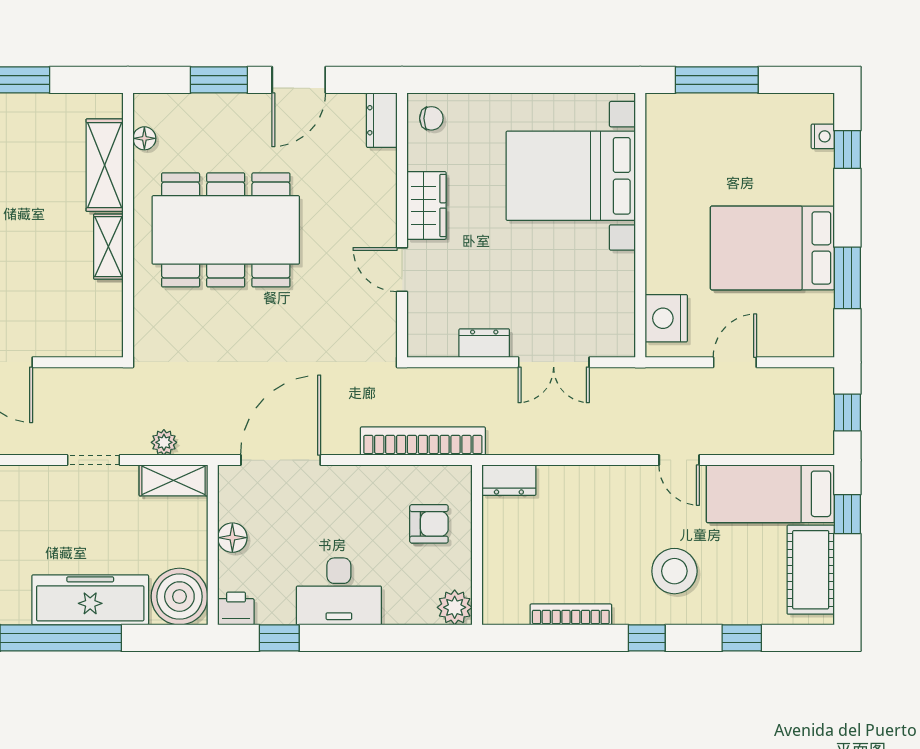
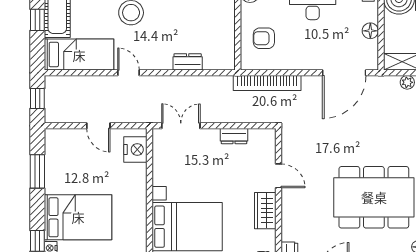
bed: (772, 248) -> (78, 217), moved
double door: (554, 362) -> (181, 126), moved
door: (735, 362) -> (98, 126), hinge flipped
dresser: (509, 480) -> (188, 62), moved
window: (847, 514) -> (37, 20), moved

